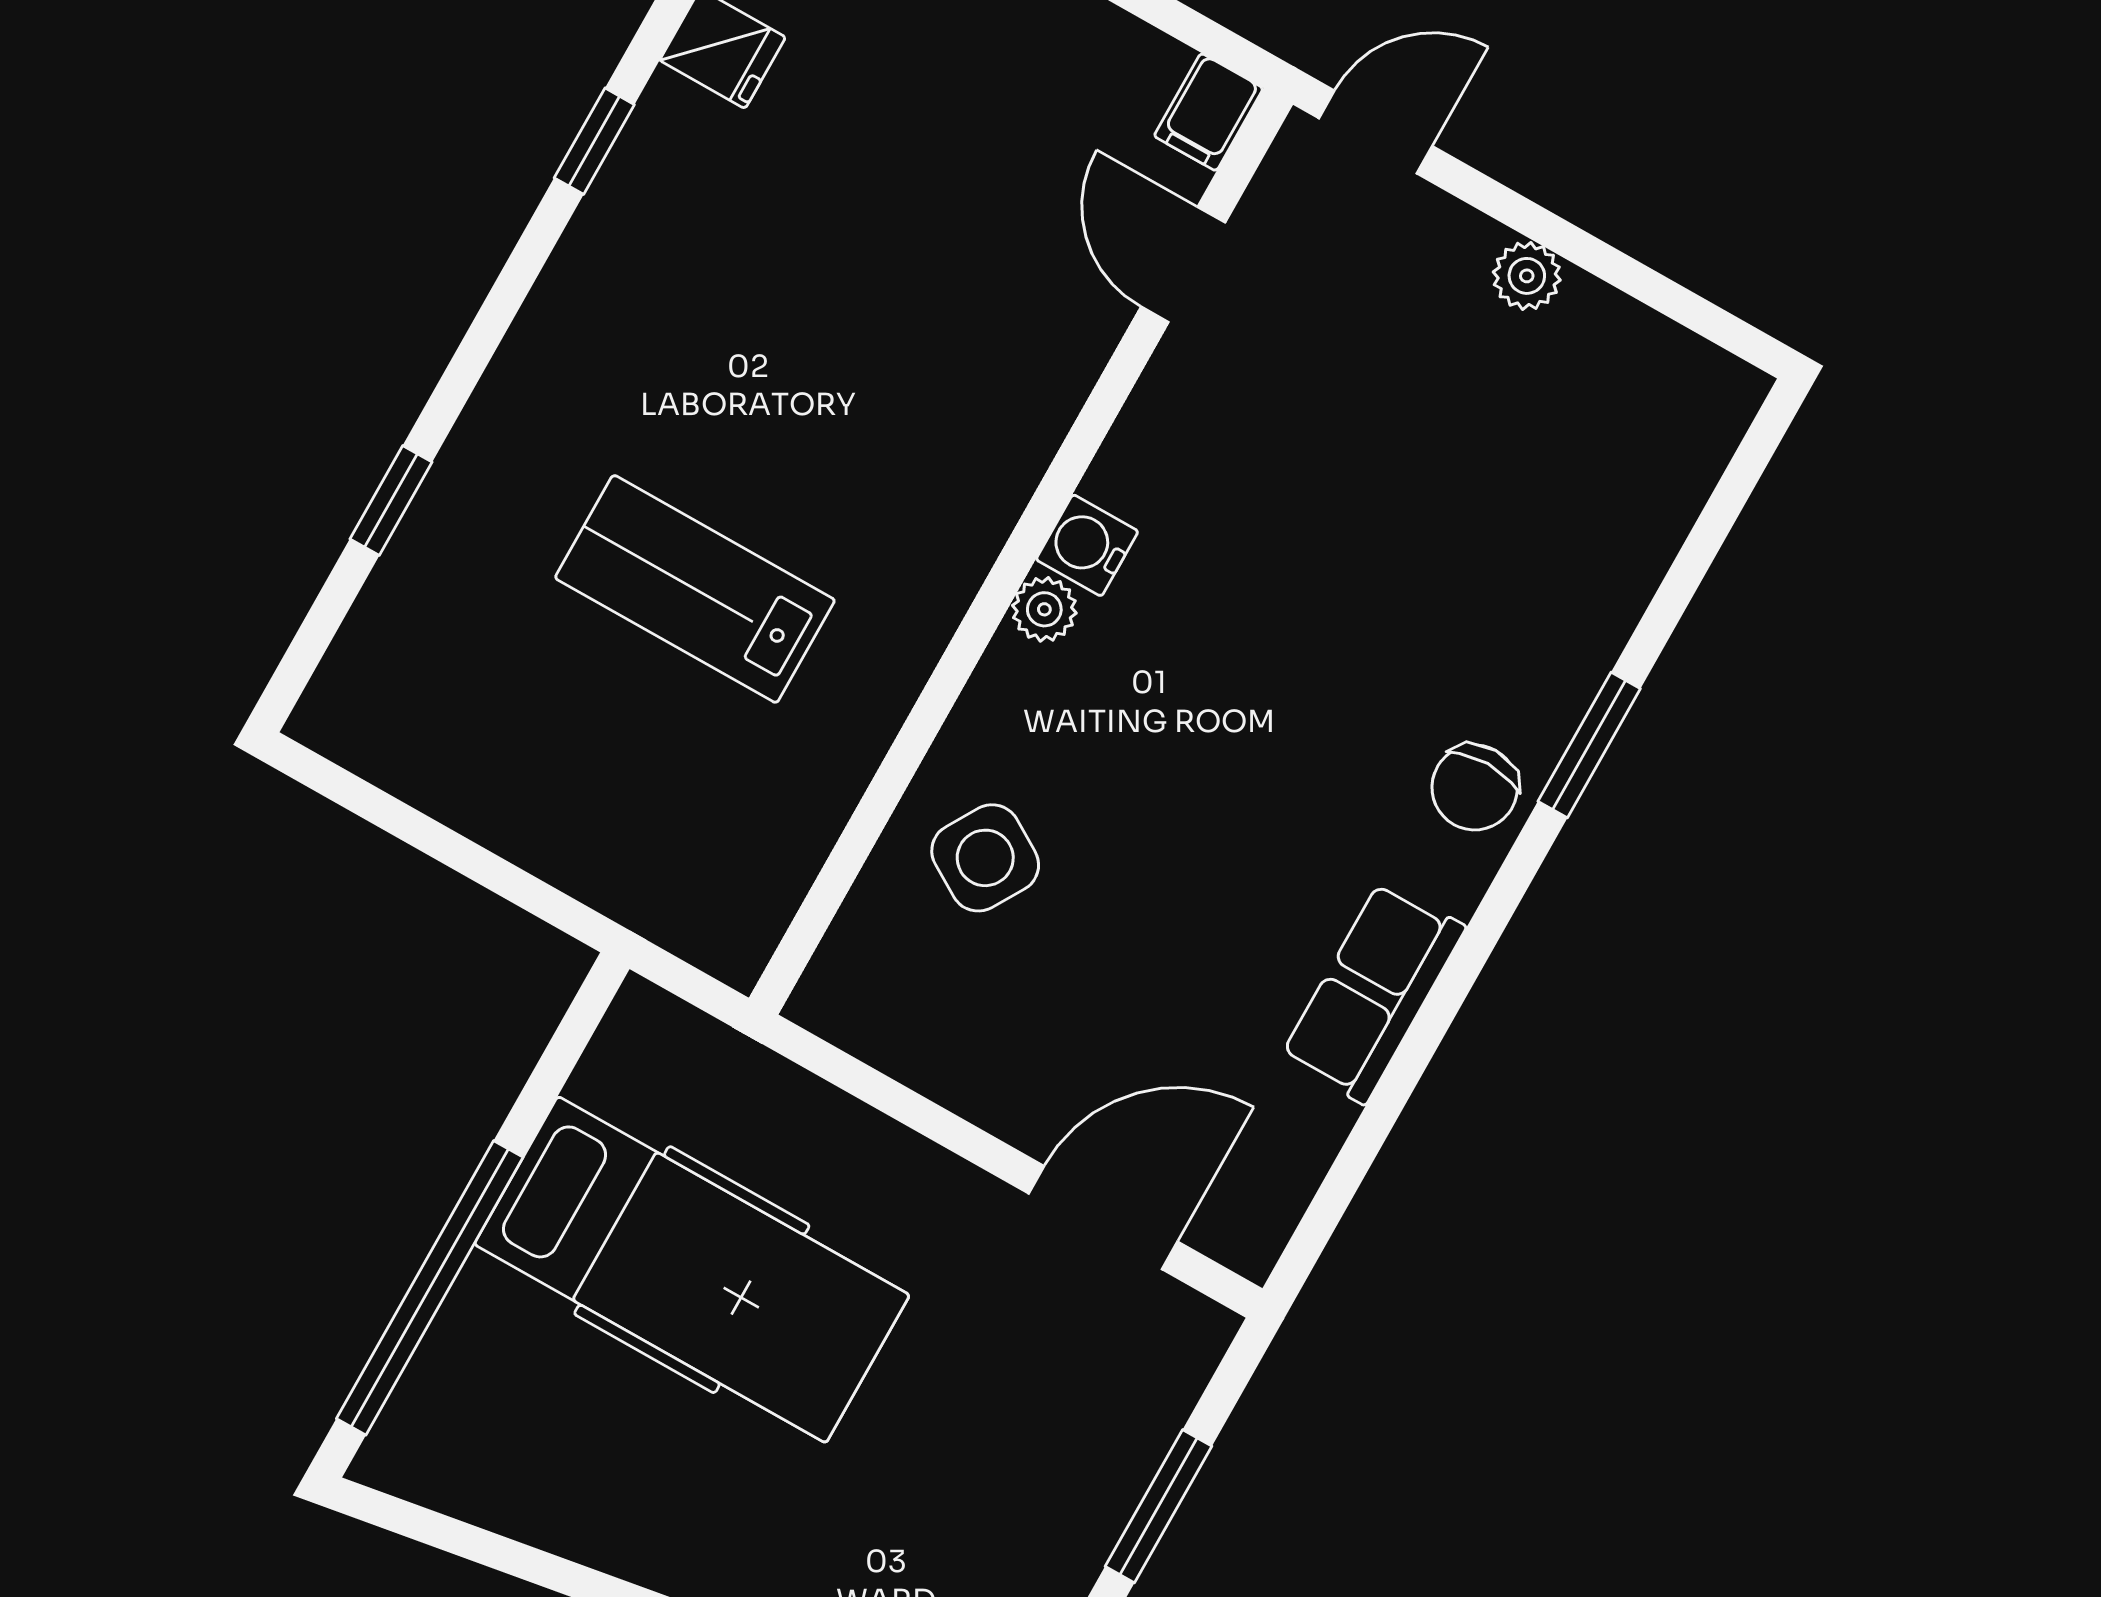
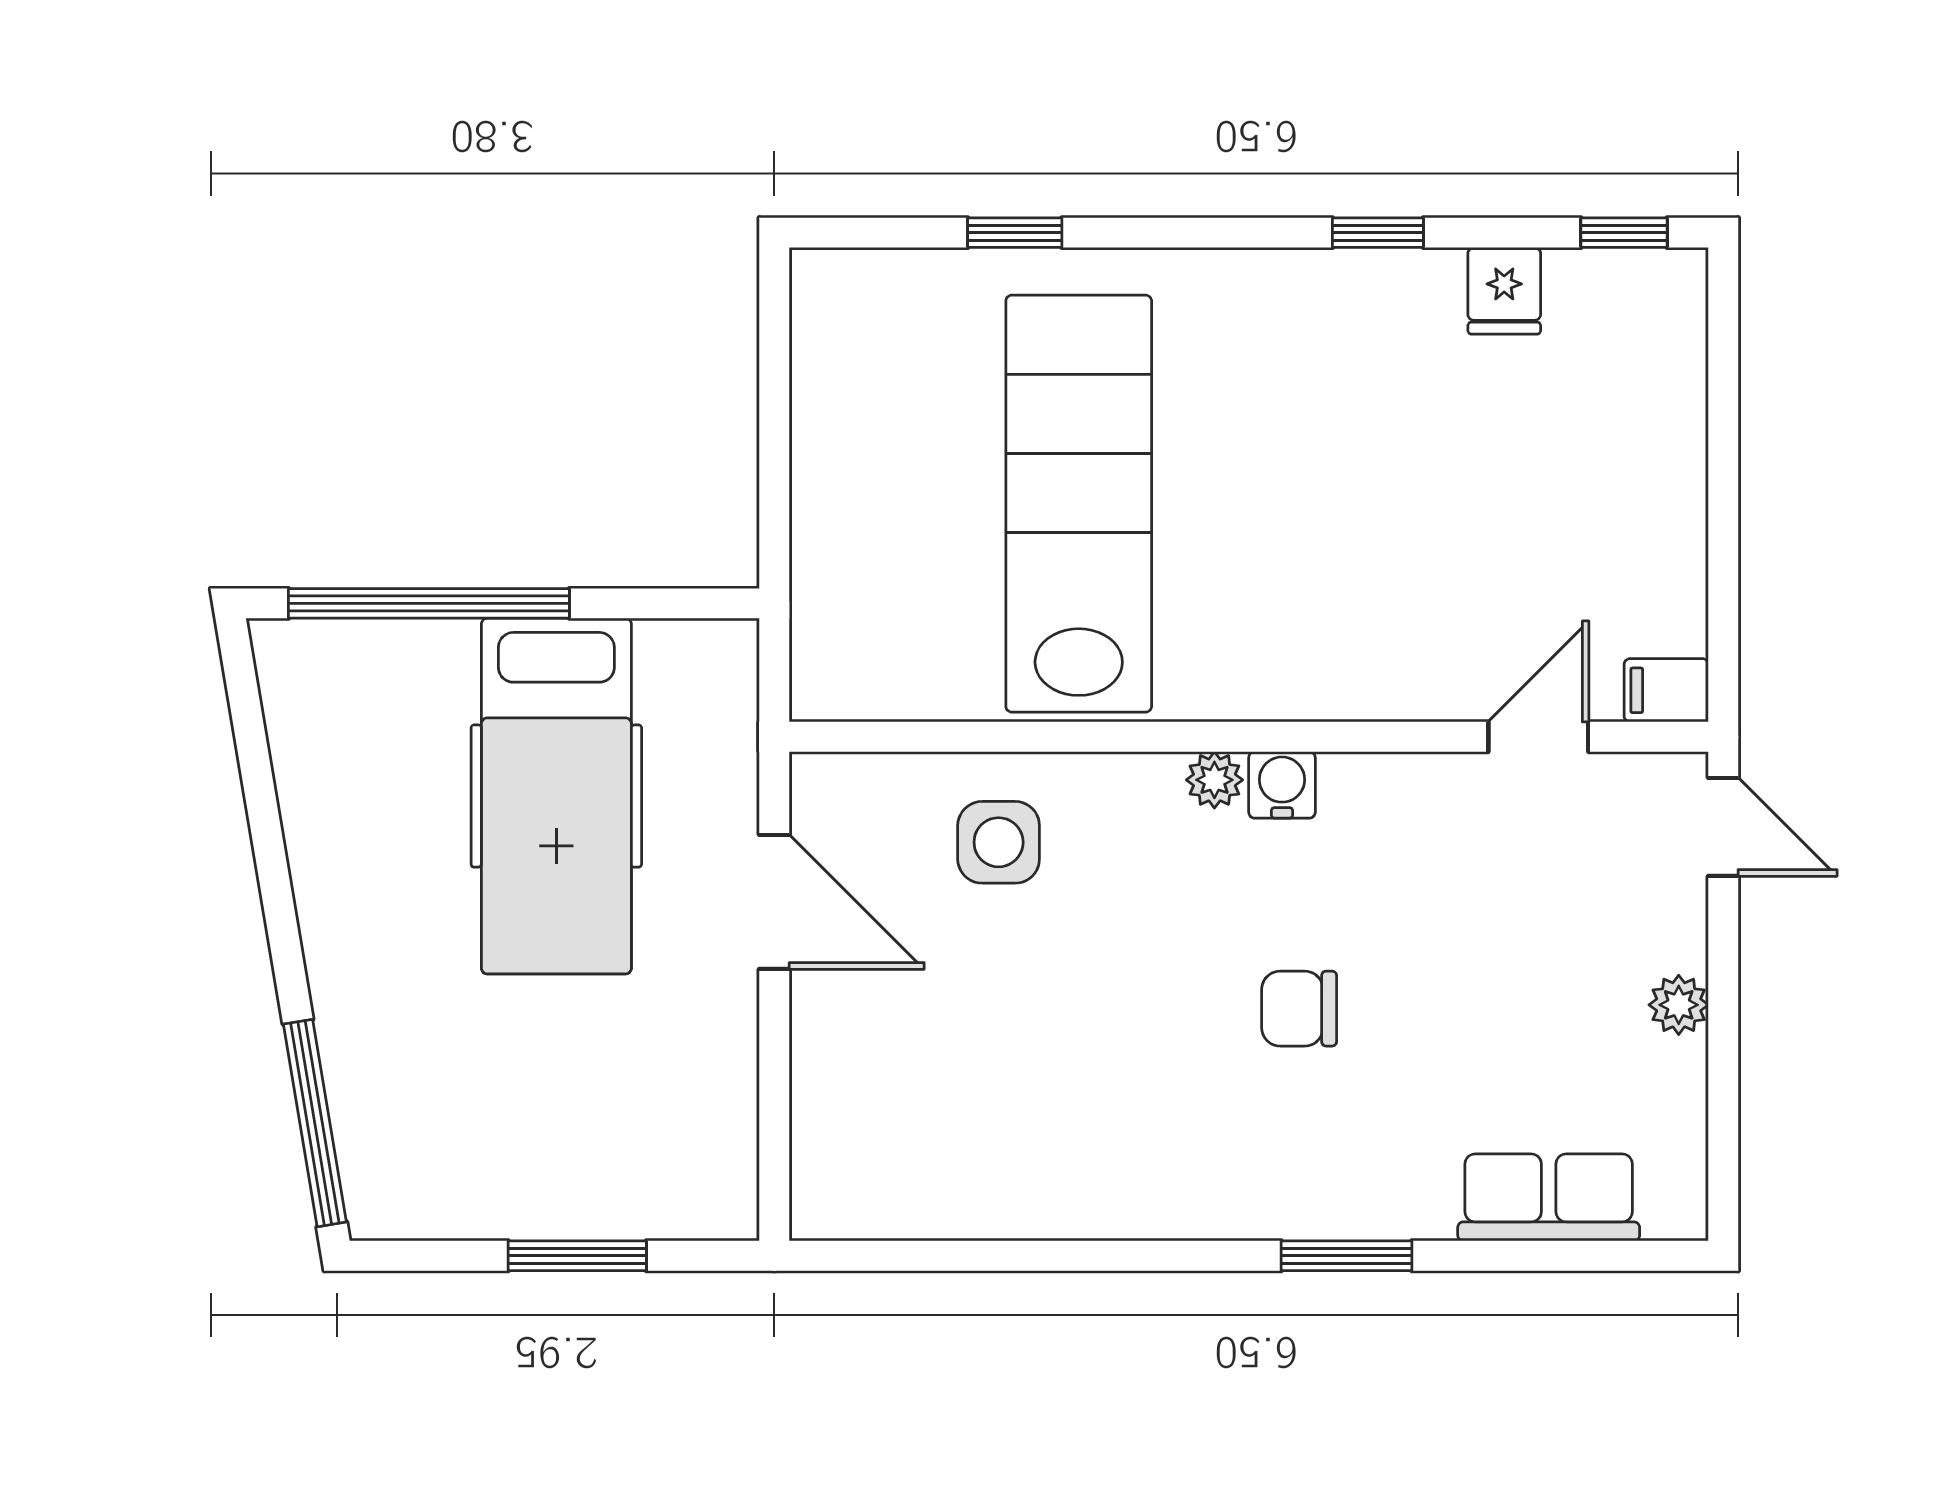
lab bench: (695, 589) -> (1079, 504), width x1.86, depth x1.39
chair: (1475, 787) -> (1299, 1009), moved
side table: (985, 858) -> (999, 842), turned -31
row of seats: (1373, 992) -> (1549, 1197), moved
door: (1103, 1218) -> (774, 902), moved

